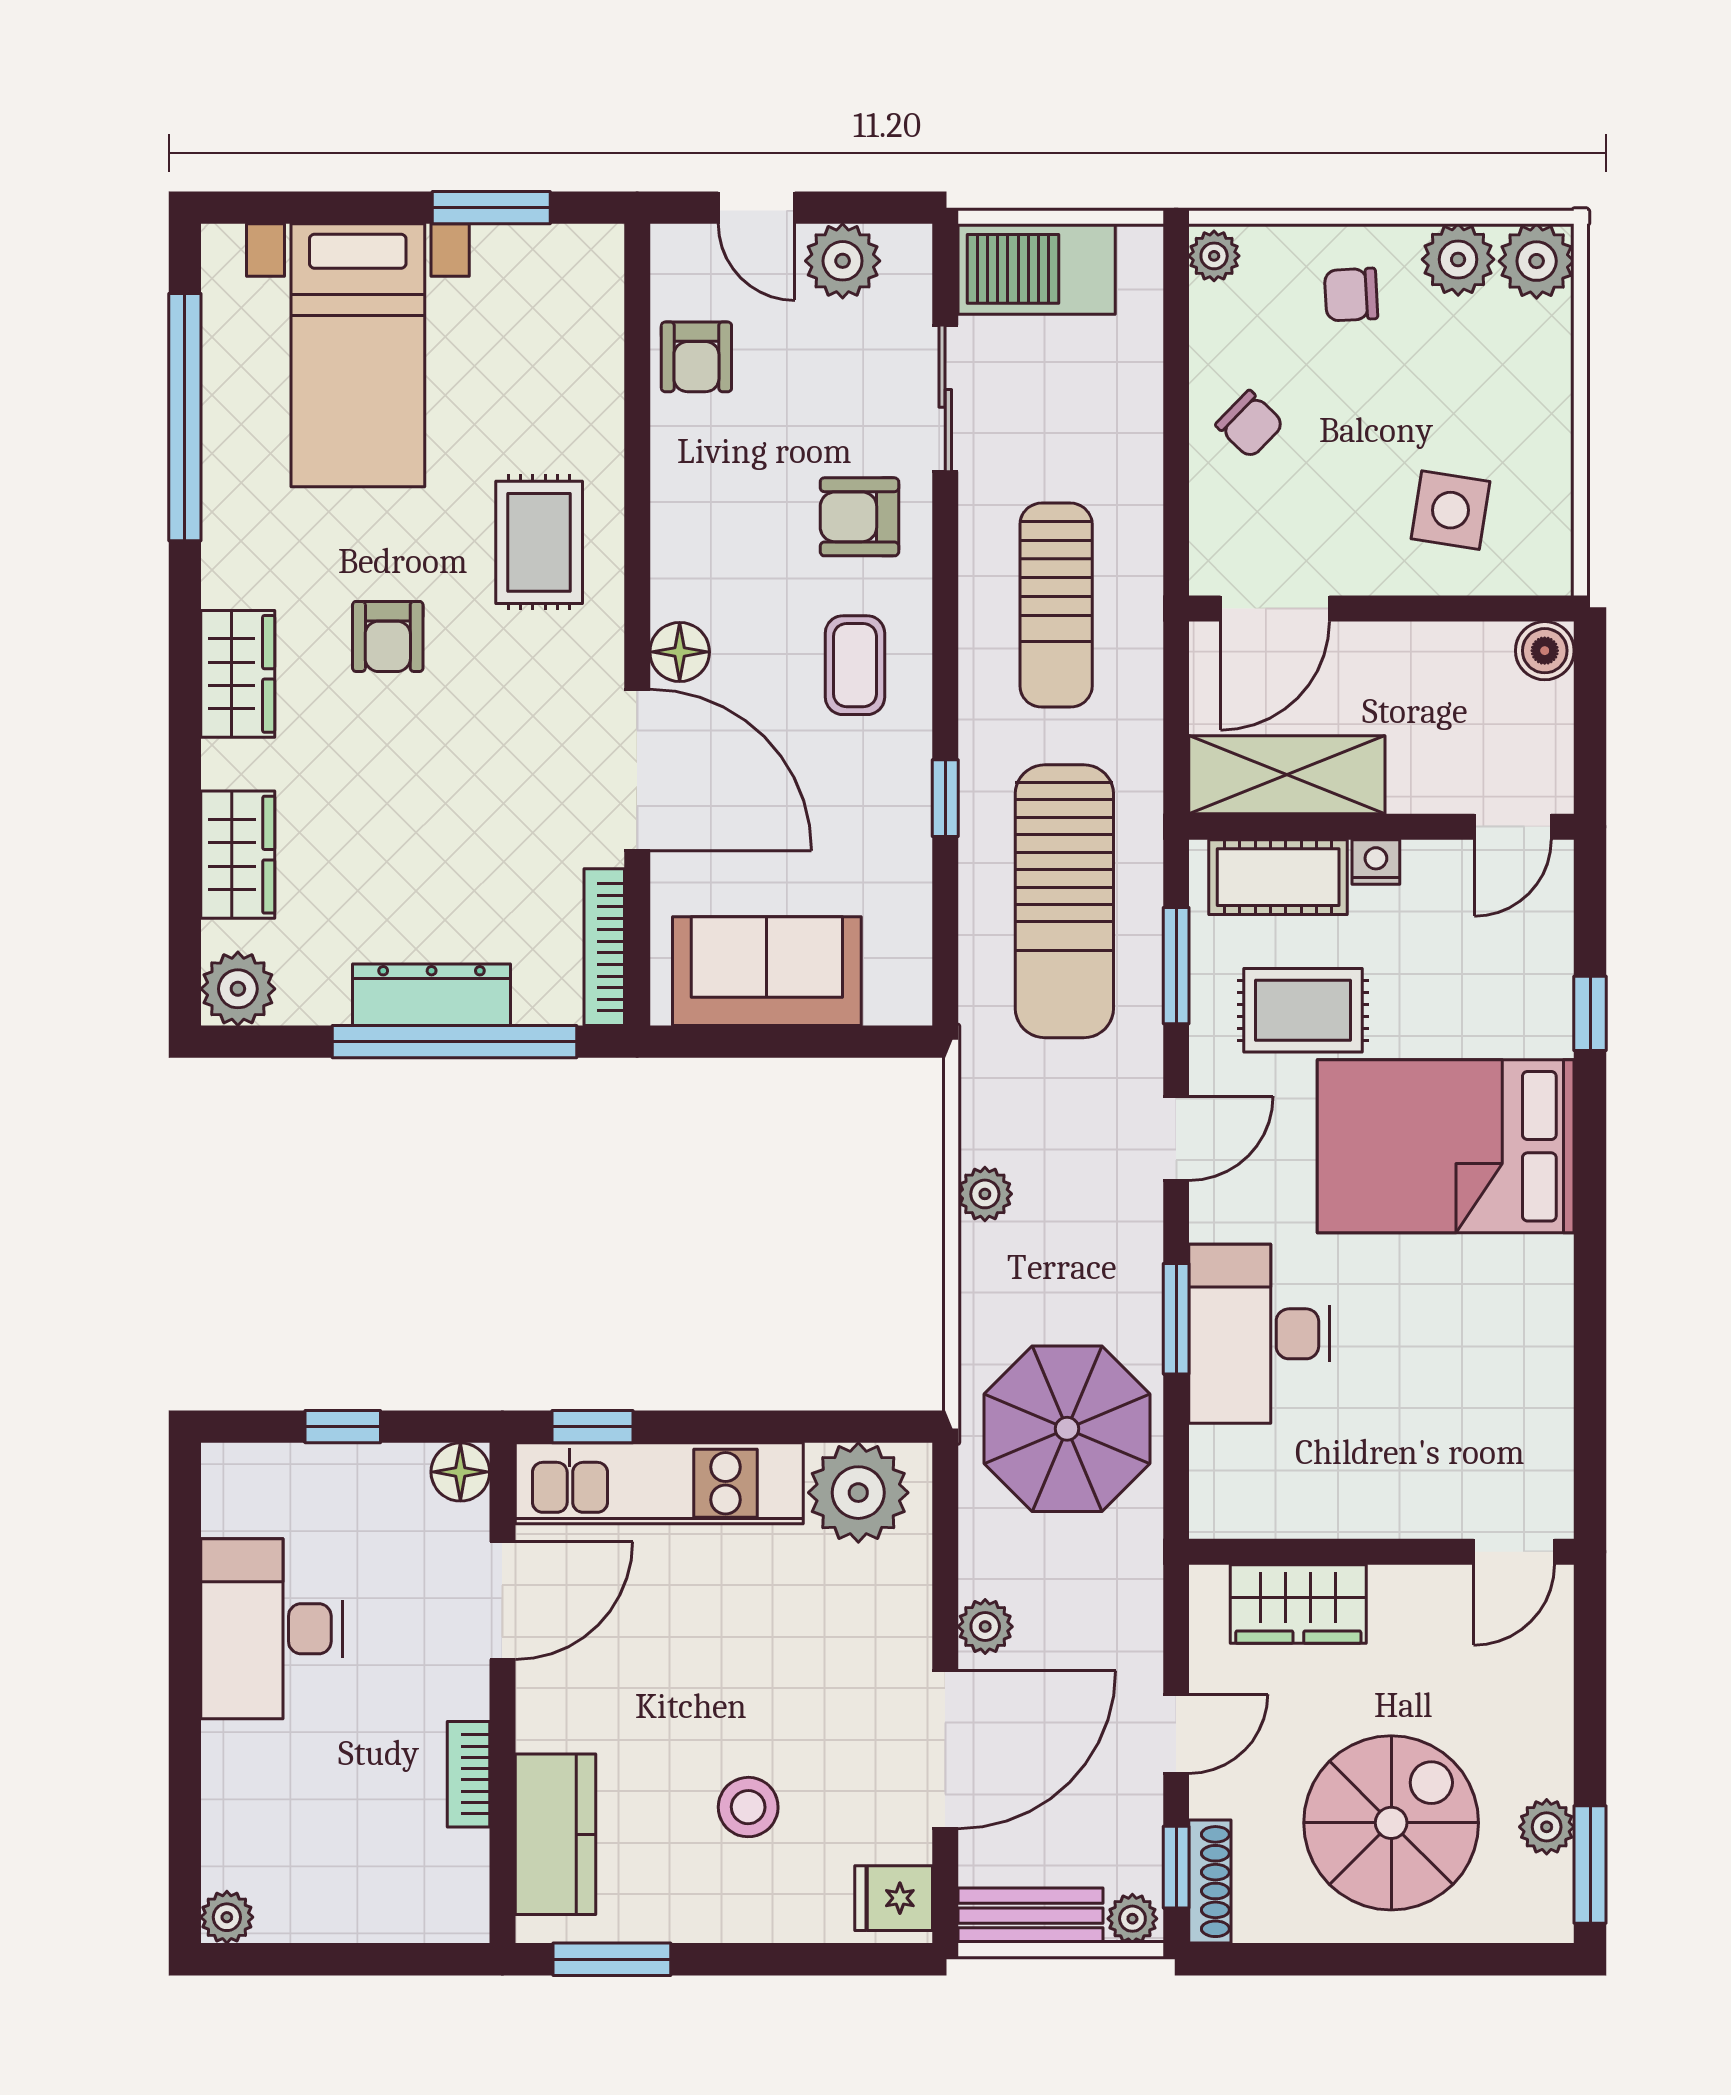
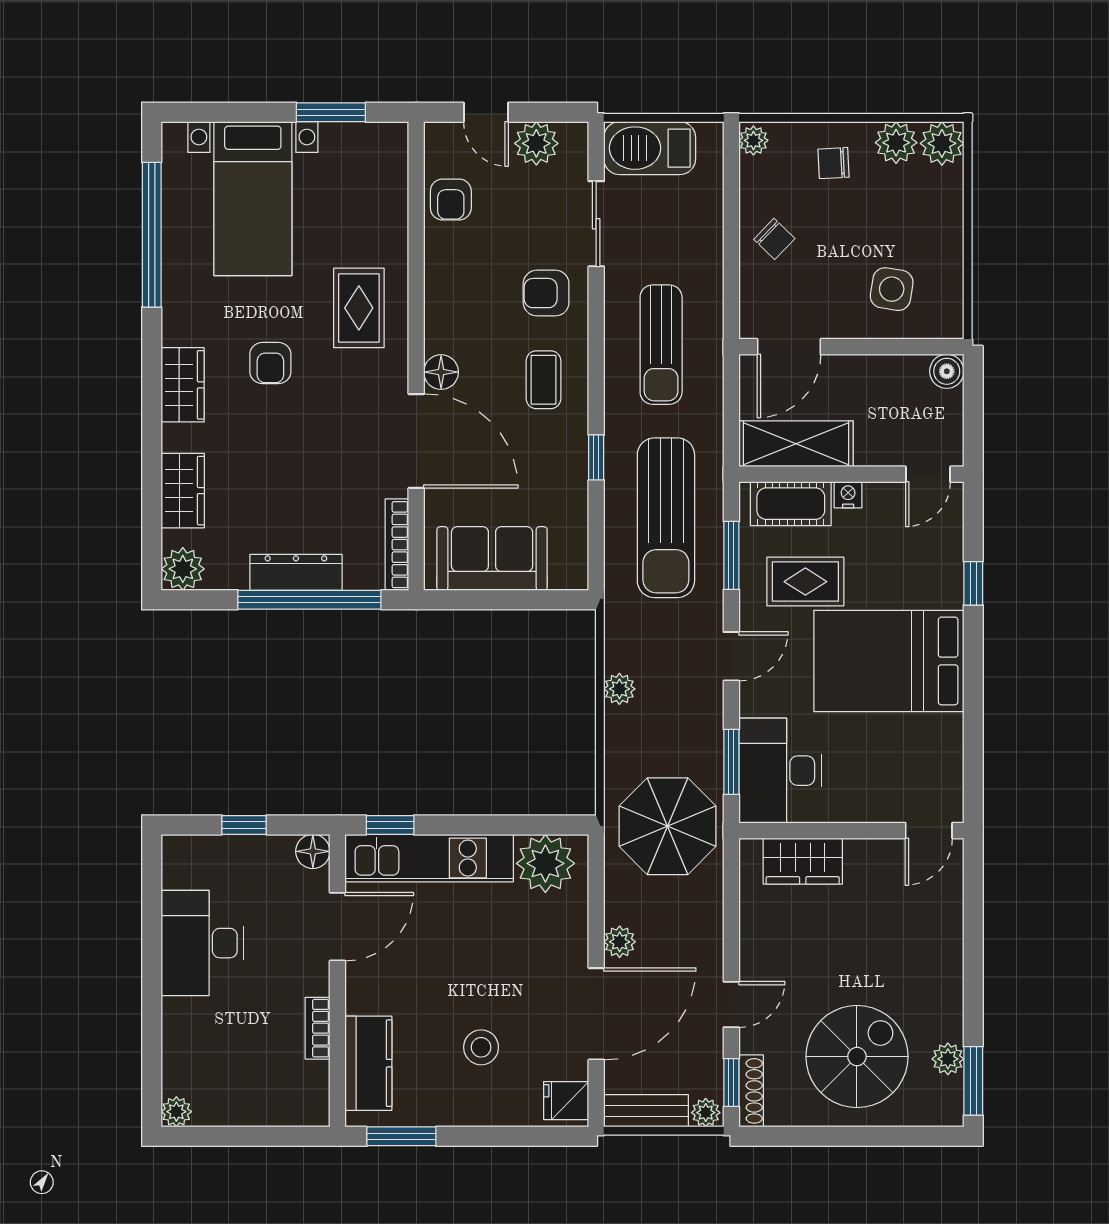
wall: (1381, 1552) -> (851, 831), moved
door: (1514, 1552) -> (929, 831), moved
wardrobe: (1298, 1604) -> (803, 861), moved

